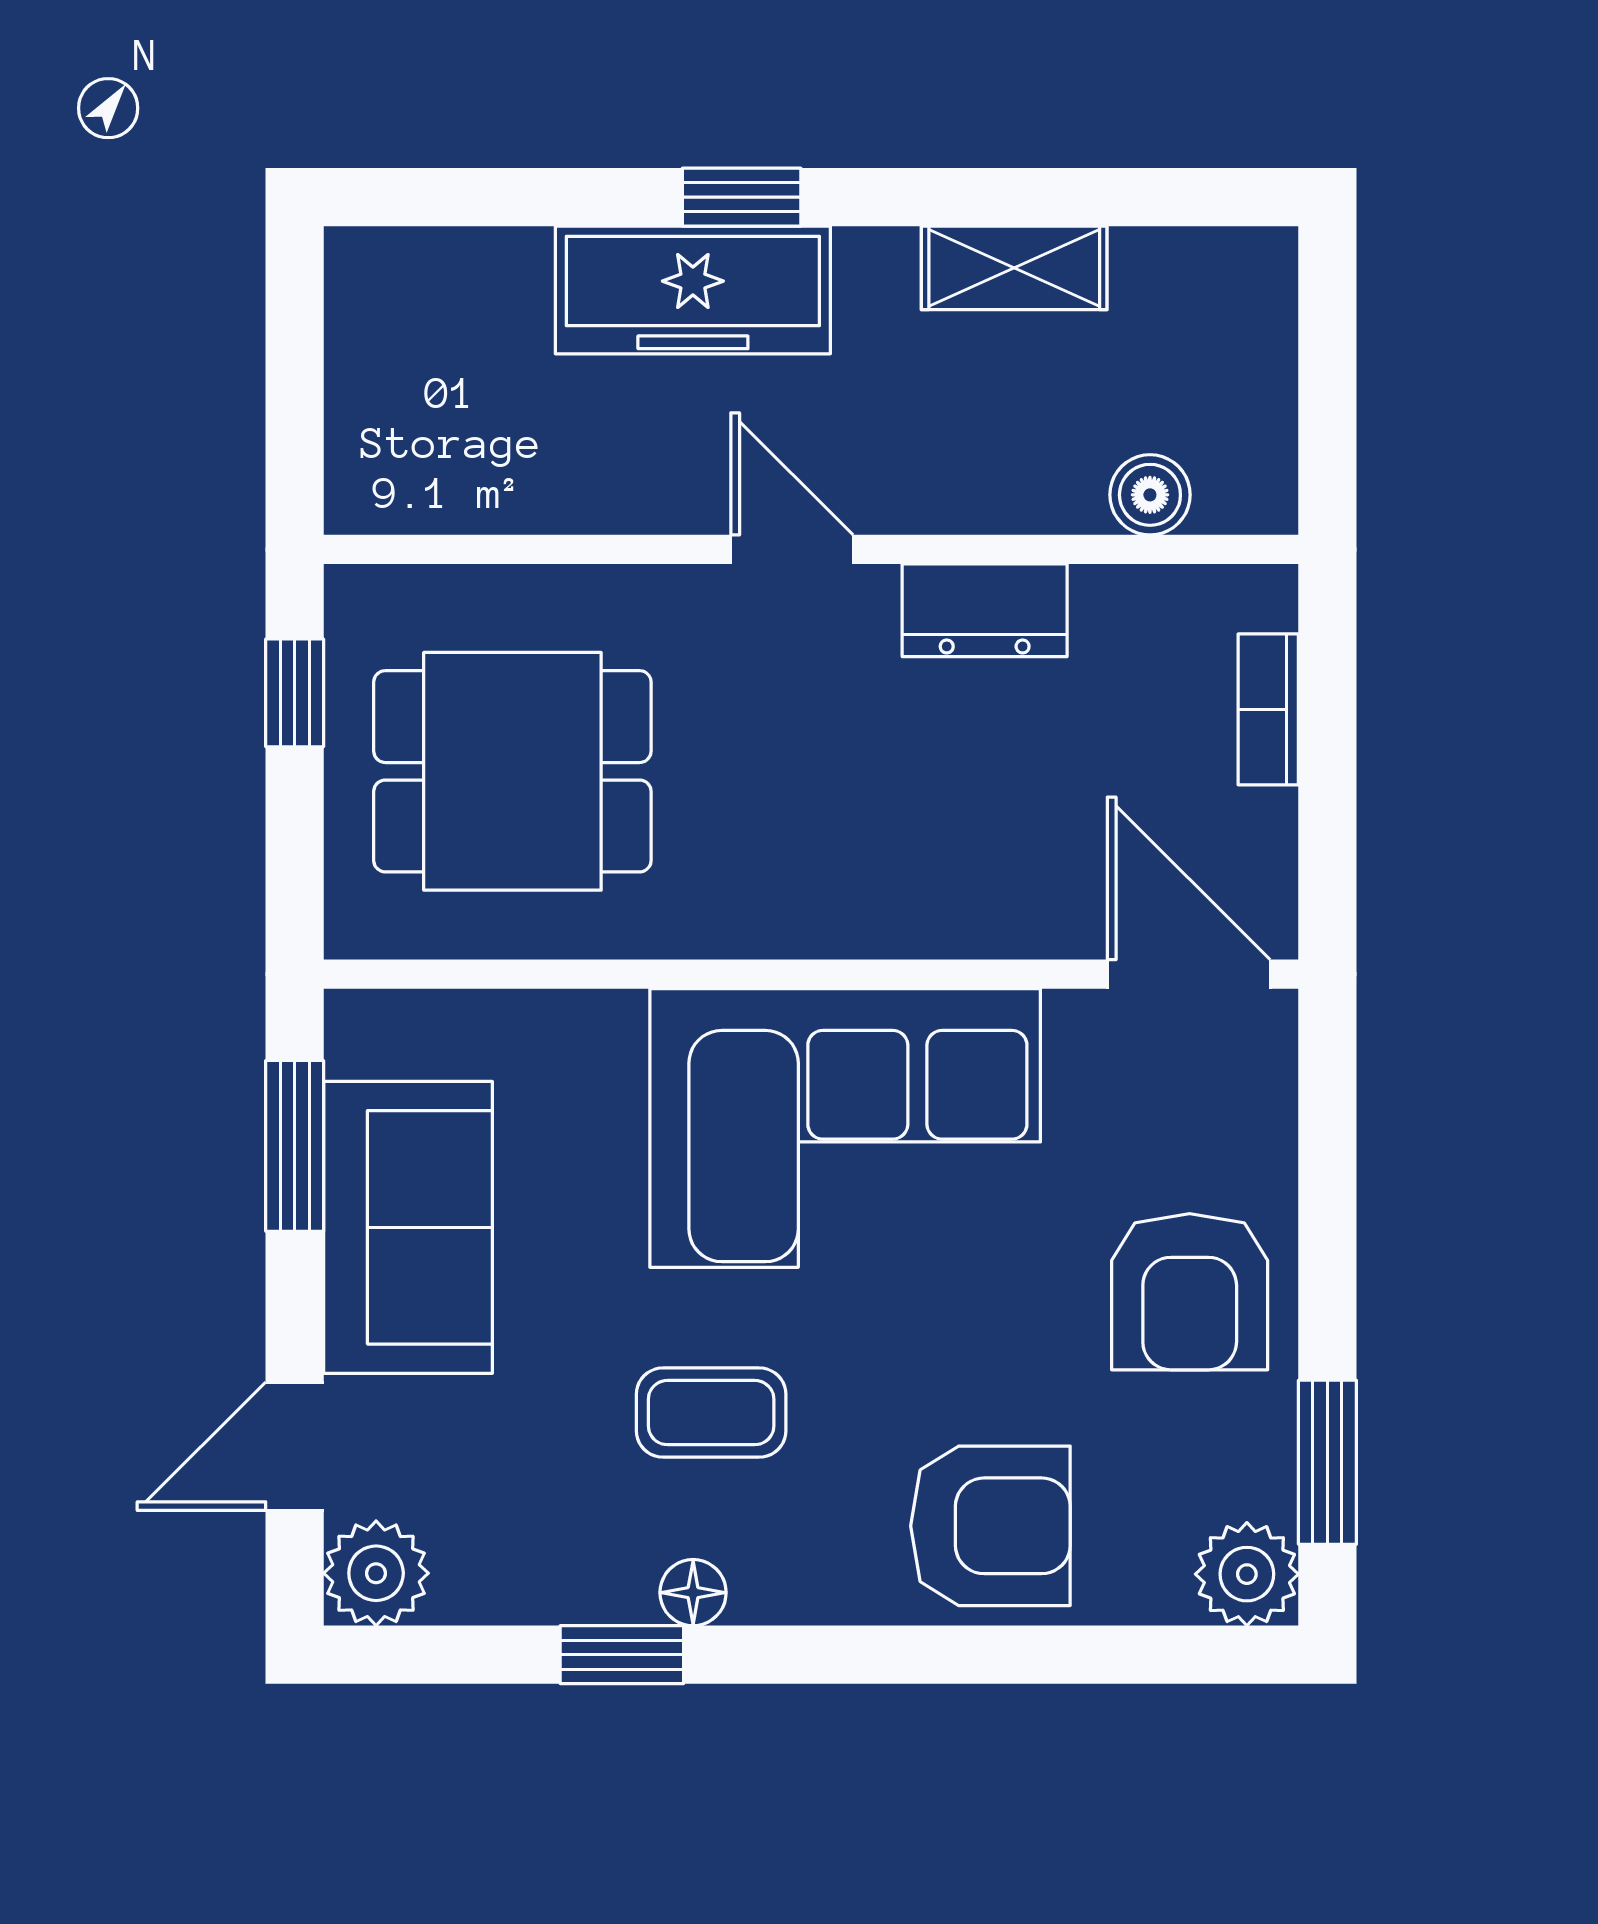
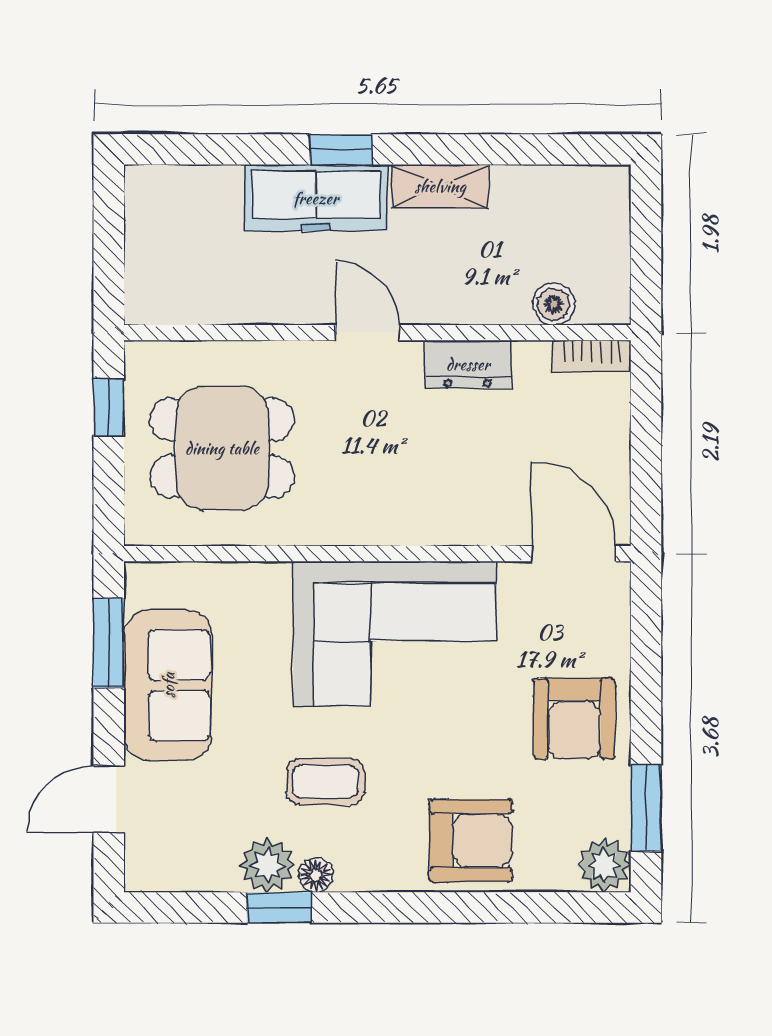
shelving: (1014, 268) -> (440, 186), moved
bookcase: (1268, 709) -> (592, 356), moved, turned -90
plant: (376, 1573) -> (267, 865), moved

